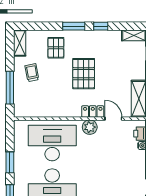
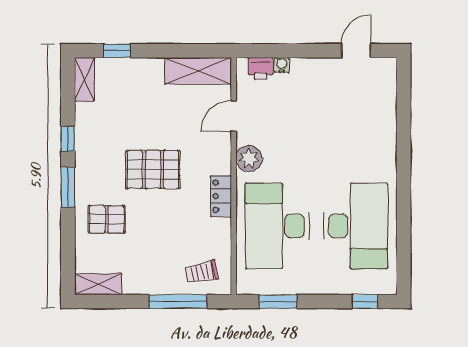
trolley: (32, 73) -> (202, 272), moved
locker: (93, 112) -> (221, 196), moved
window: (10, 162) -> (278, 301), moved

